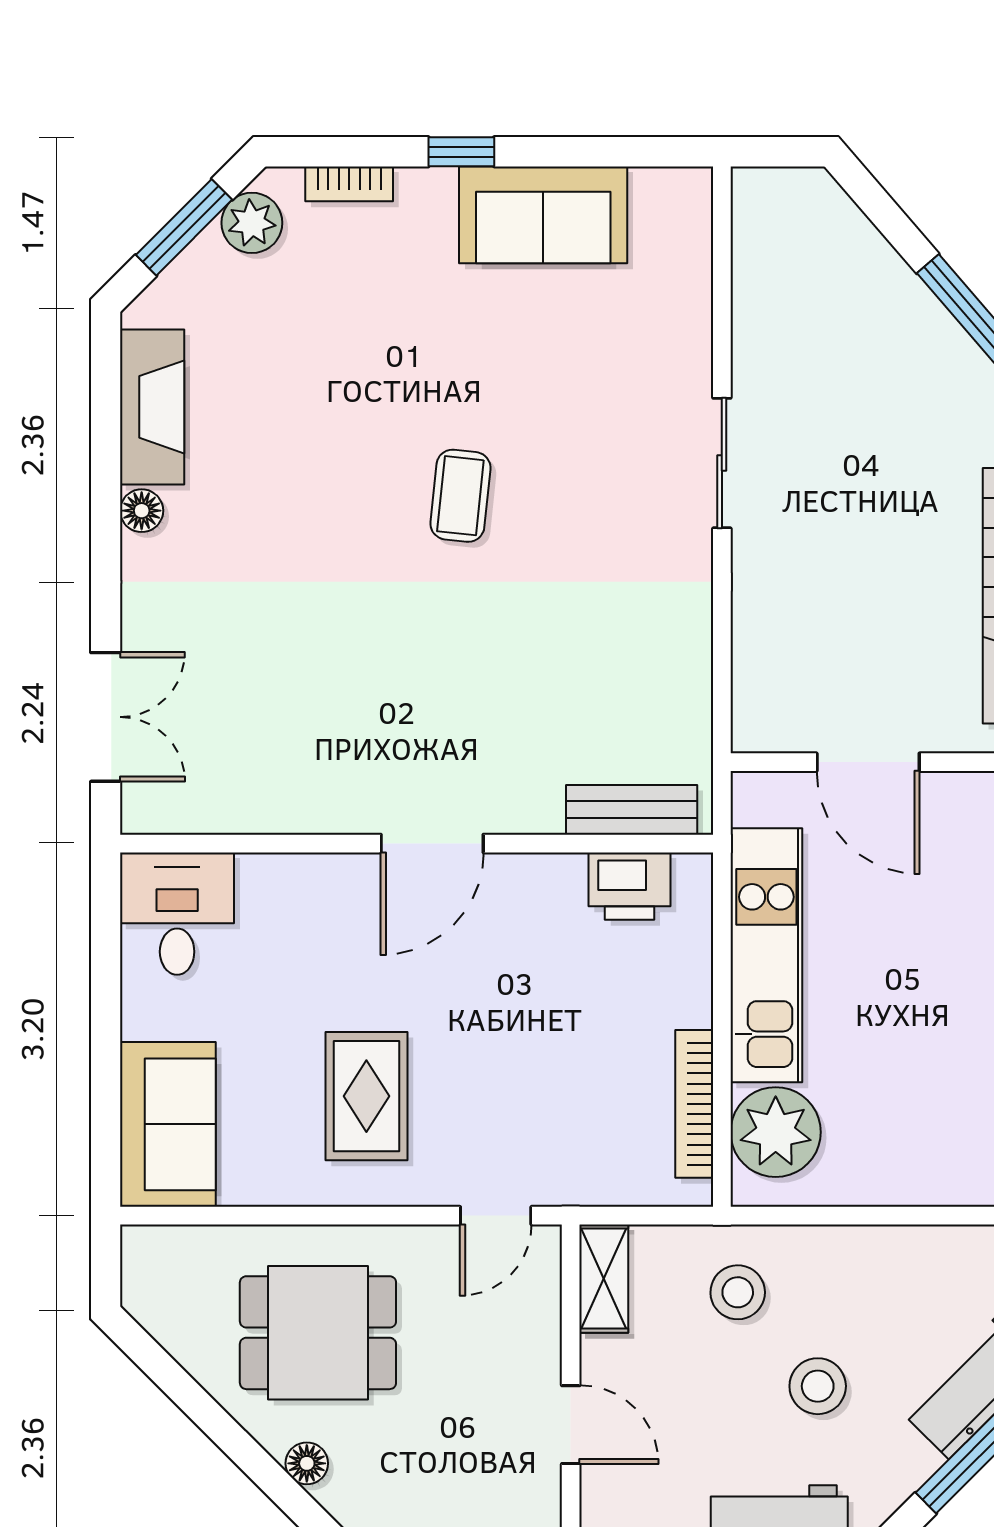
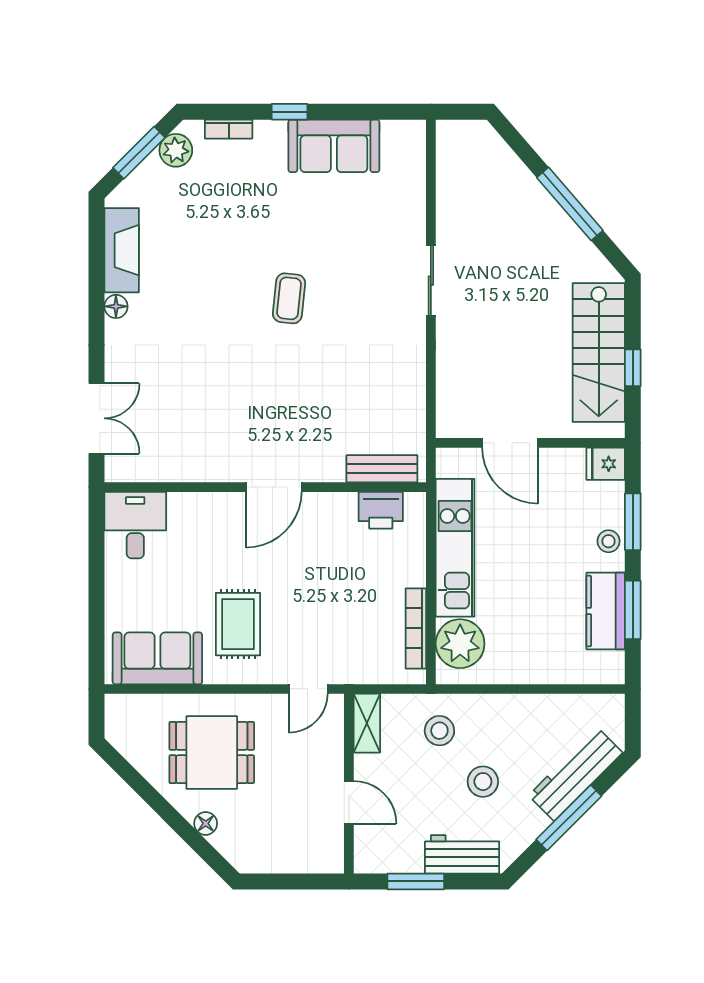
sofa: (168, 1124) -> (157, 658), moved, turned -90

